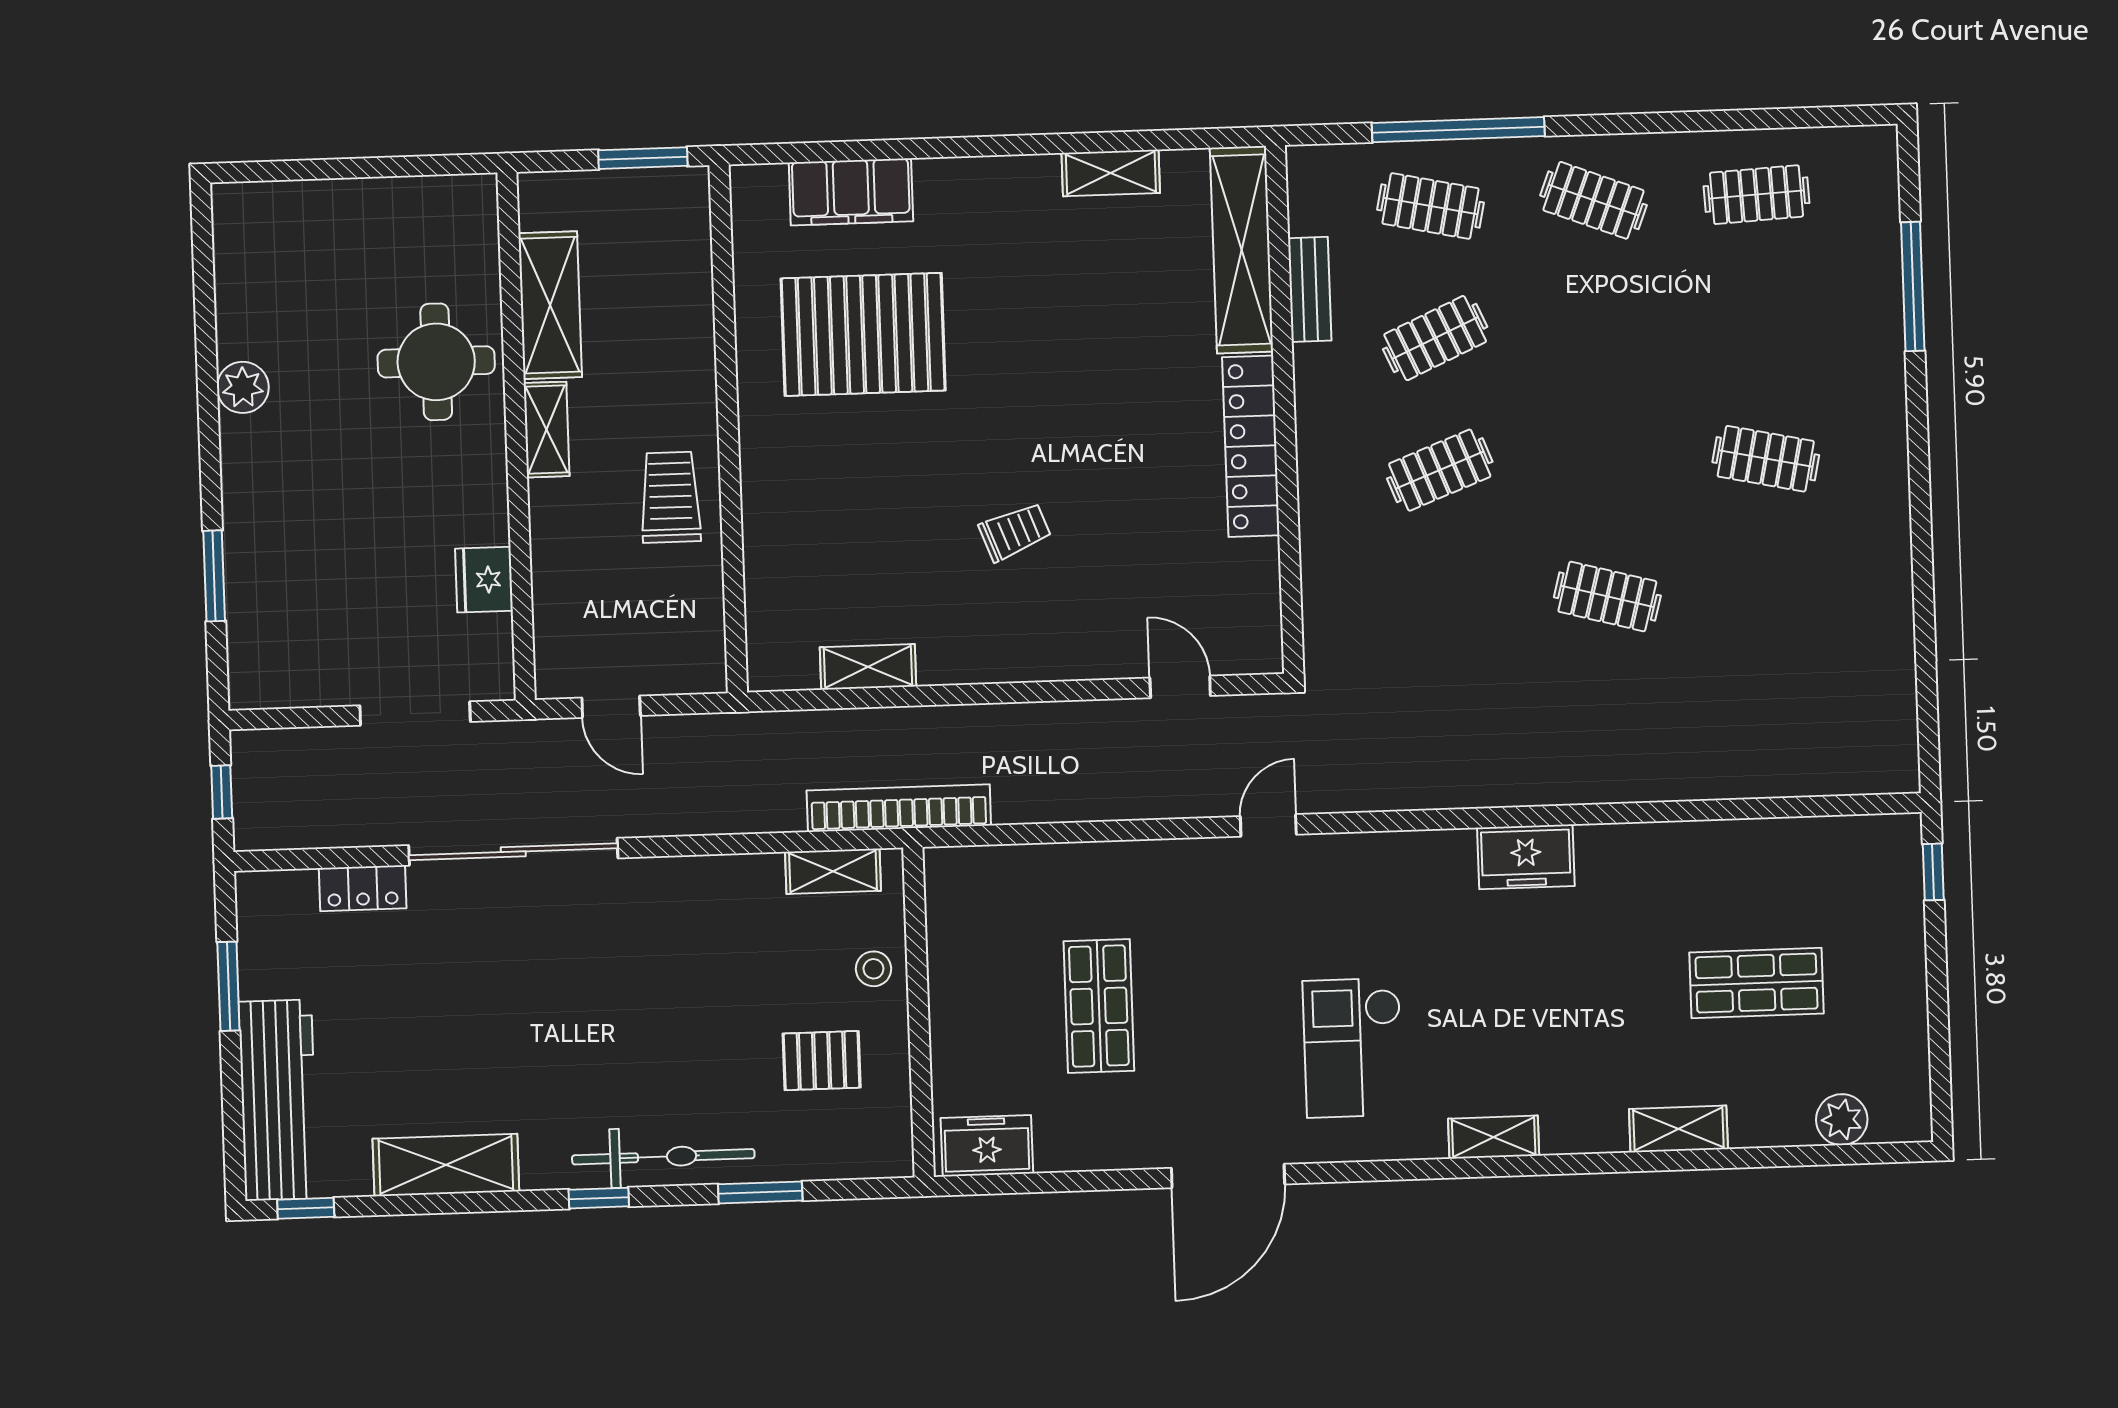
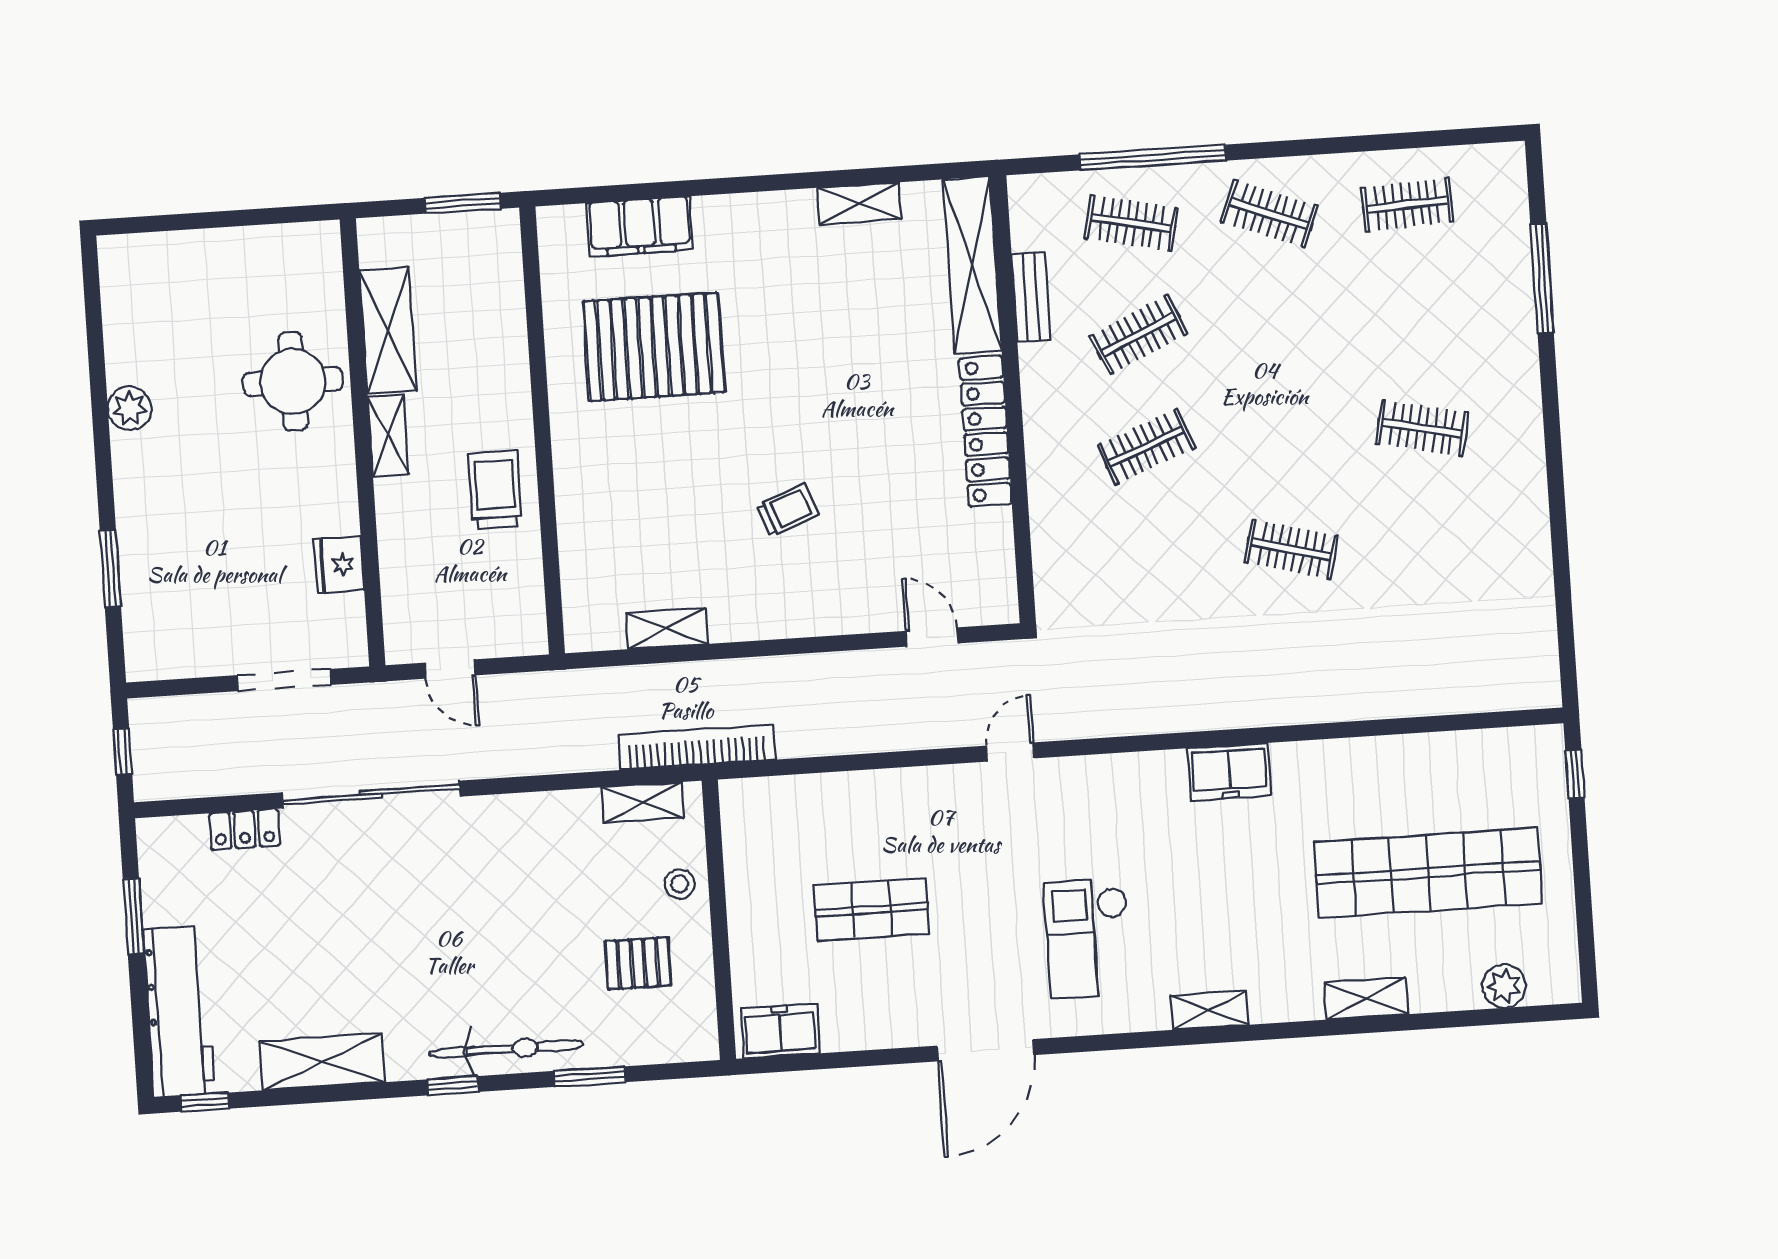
shop shelf: (1757, 983) -> (1428, 873), width x2.00, depth x1.36
shop shelf: (1099, 1006) -> (871, 910), turned 90

